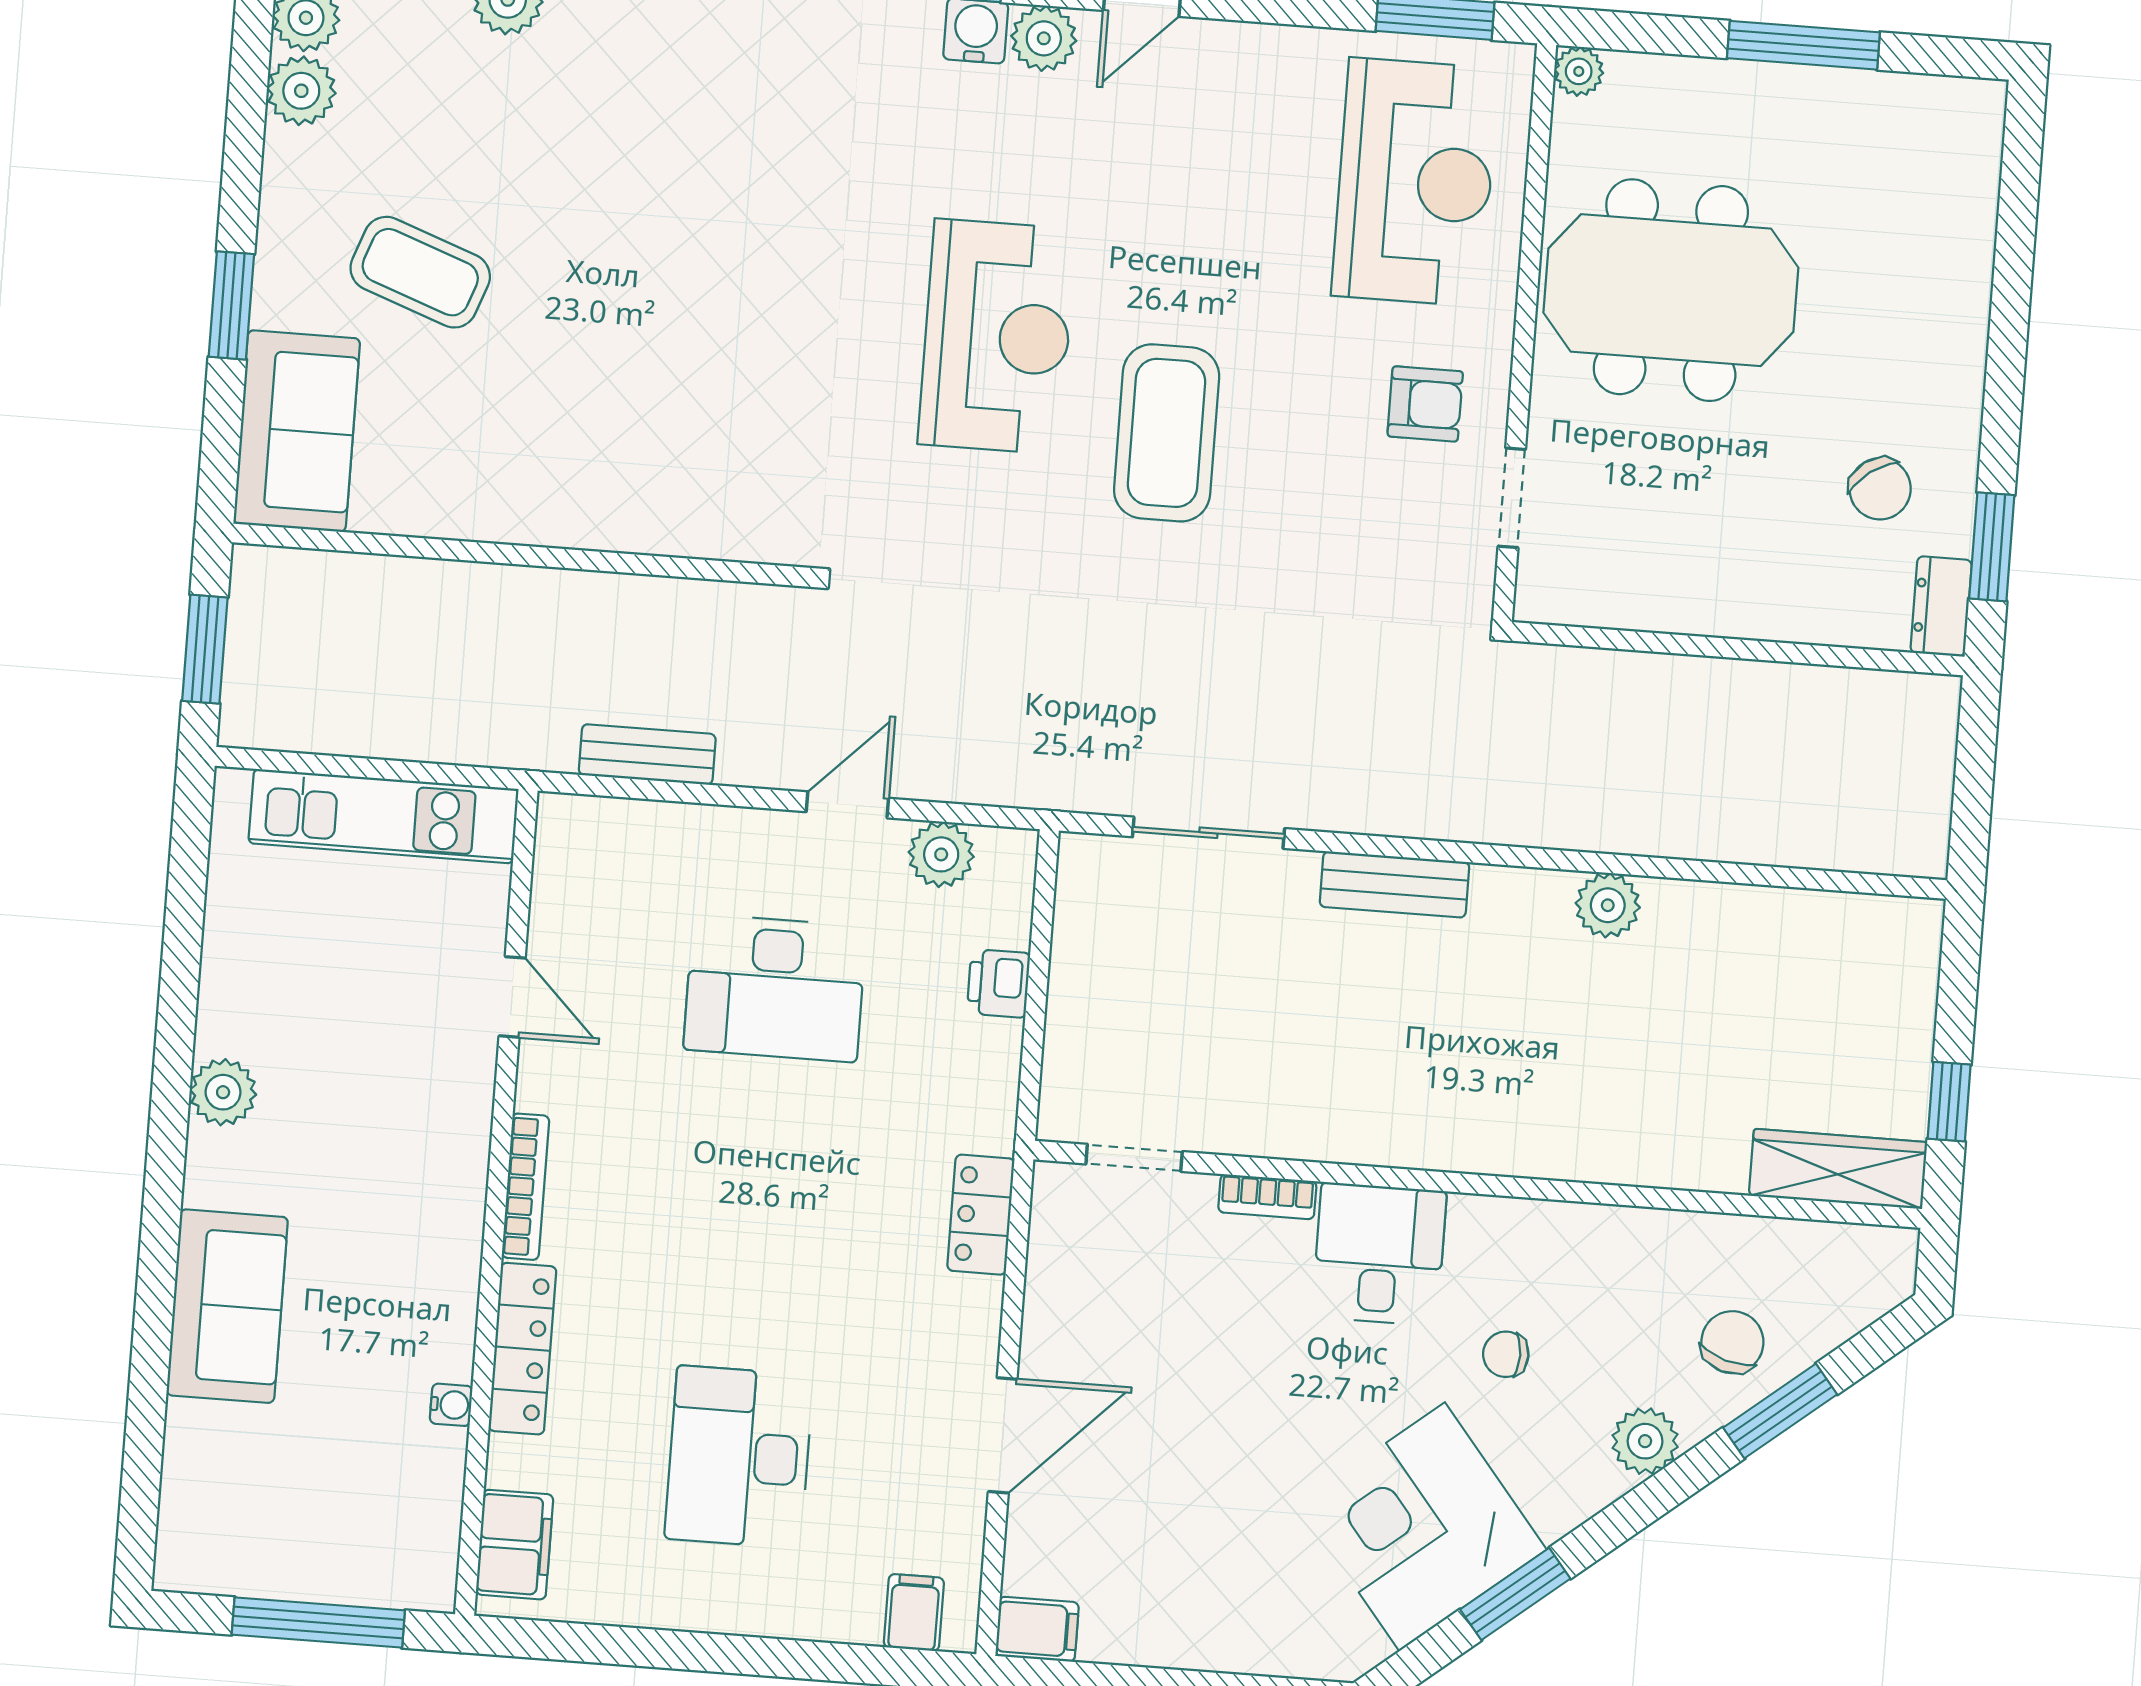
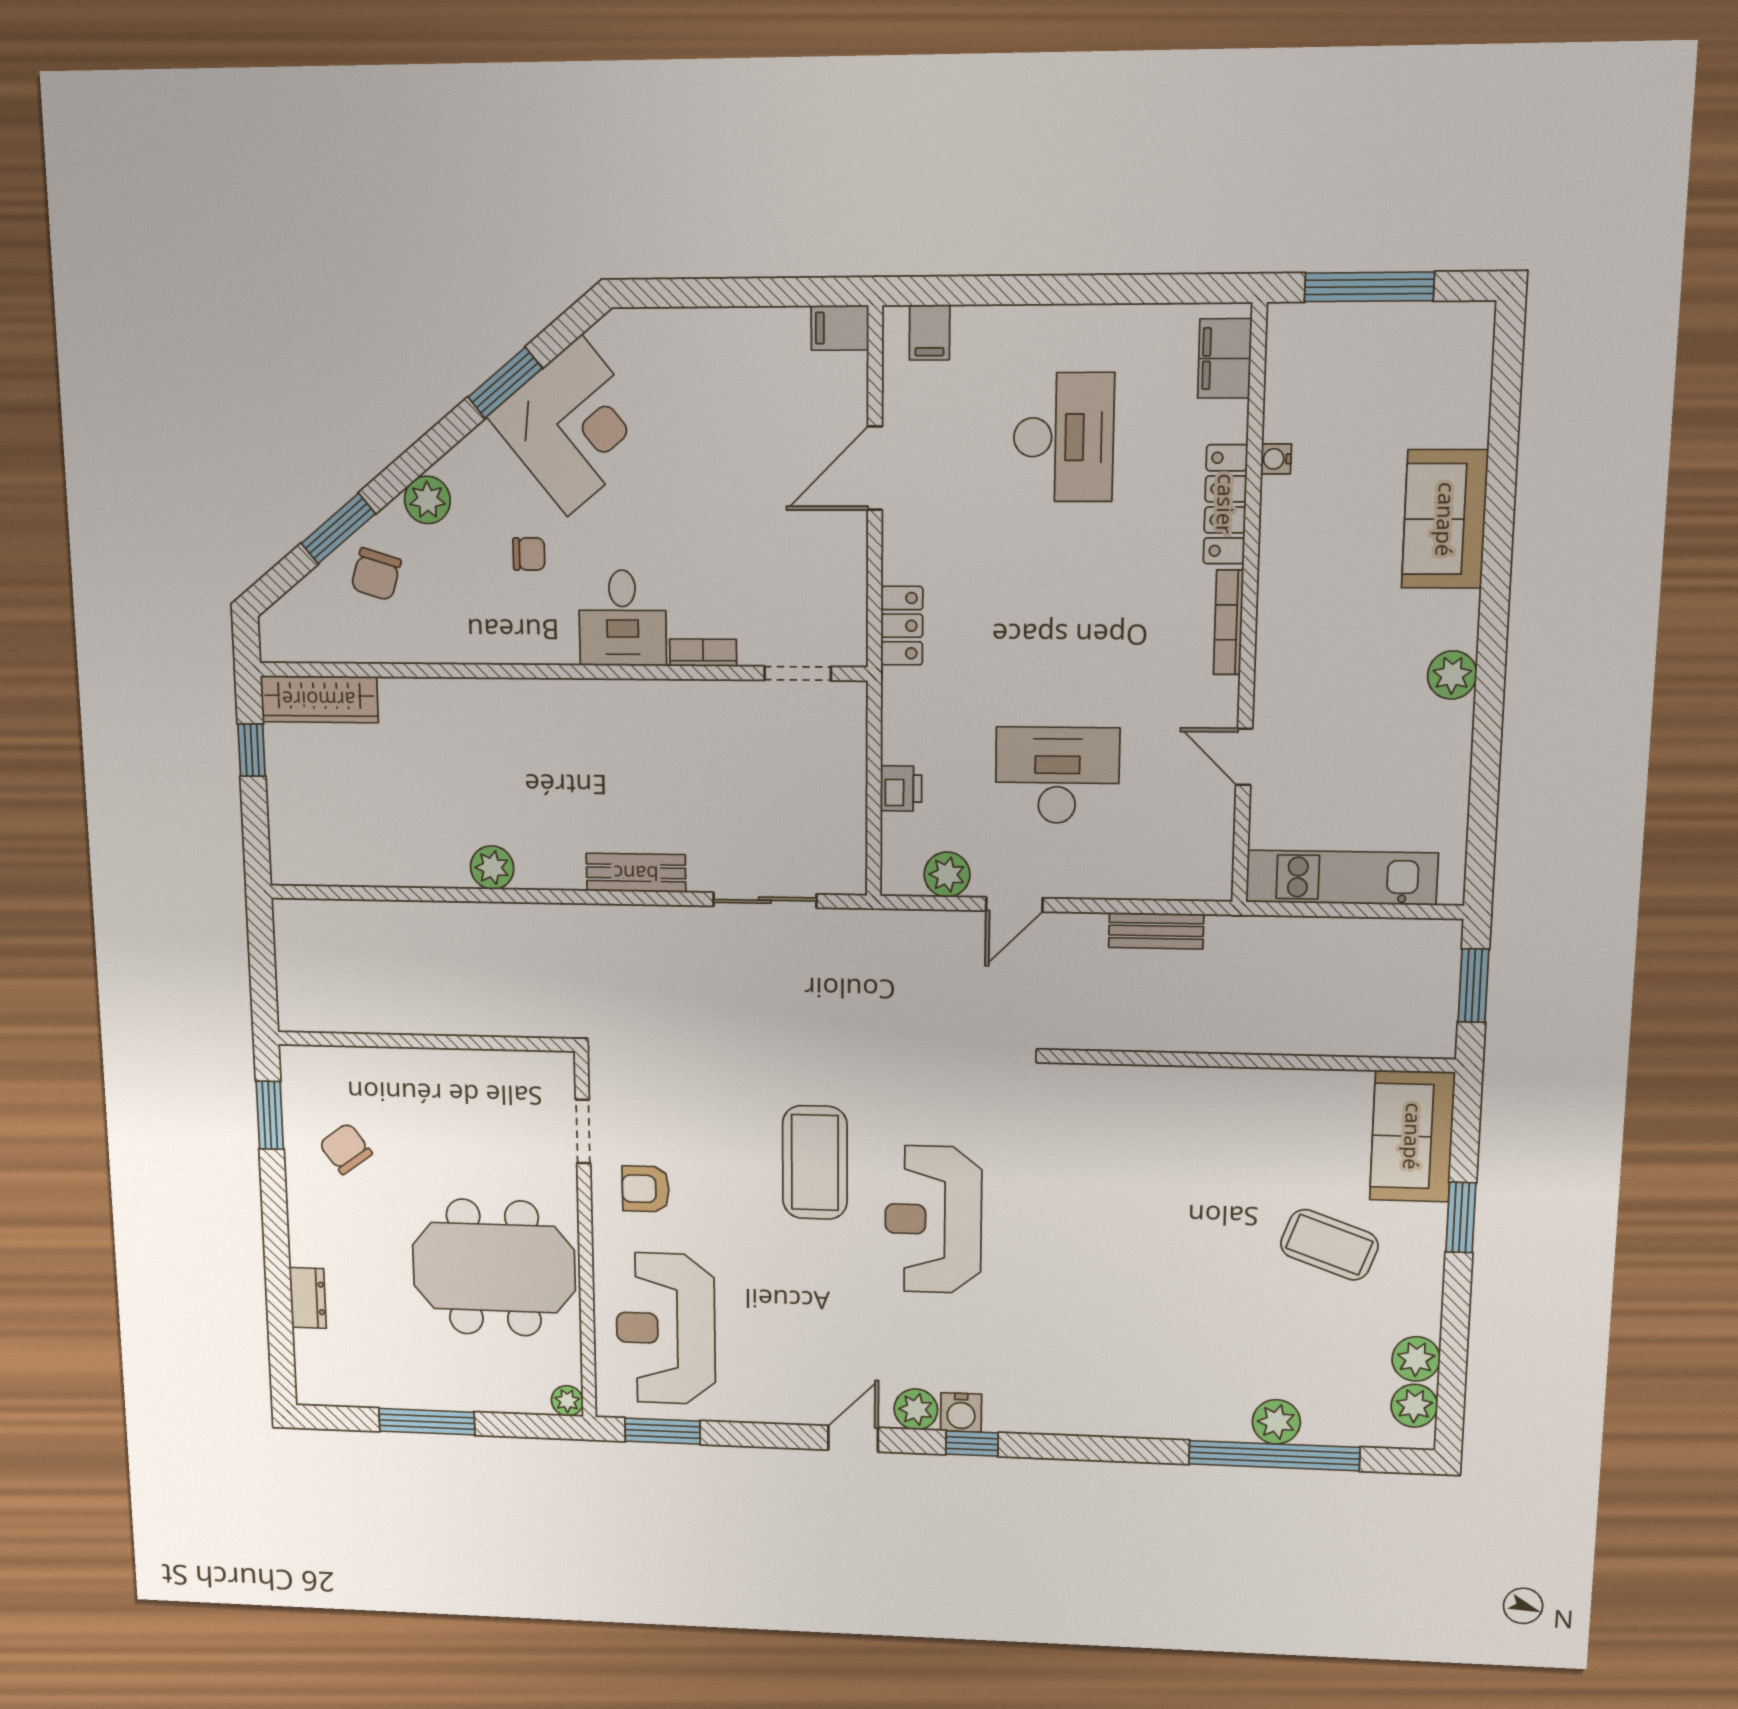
dresser: (1941, 606) -> (308, 1298), moved

